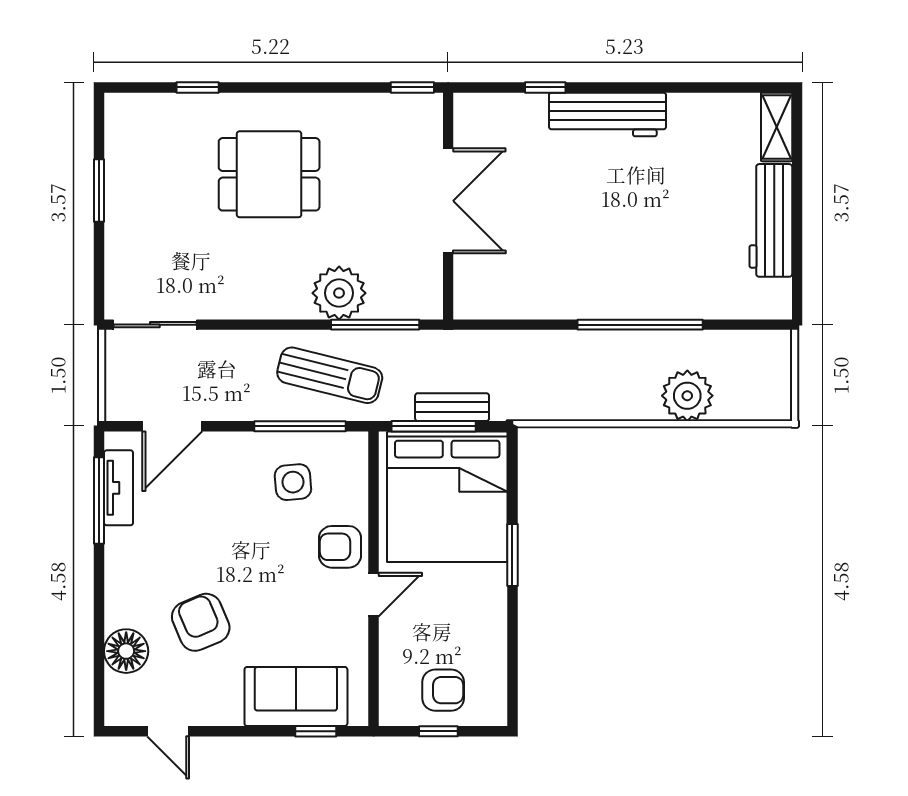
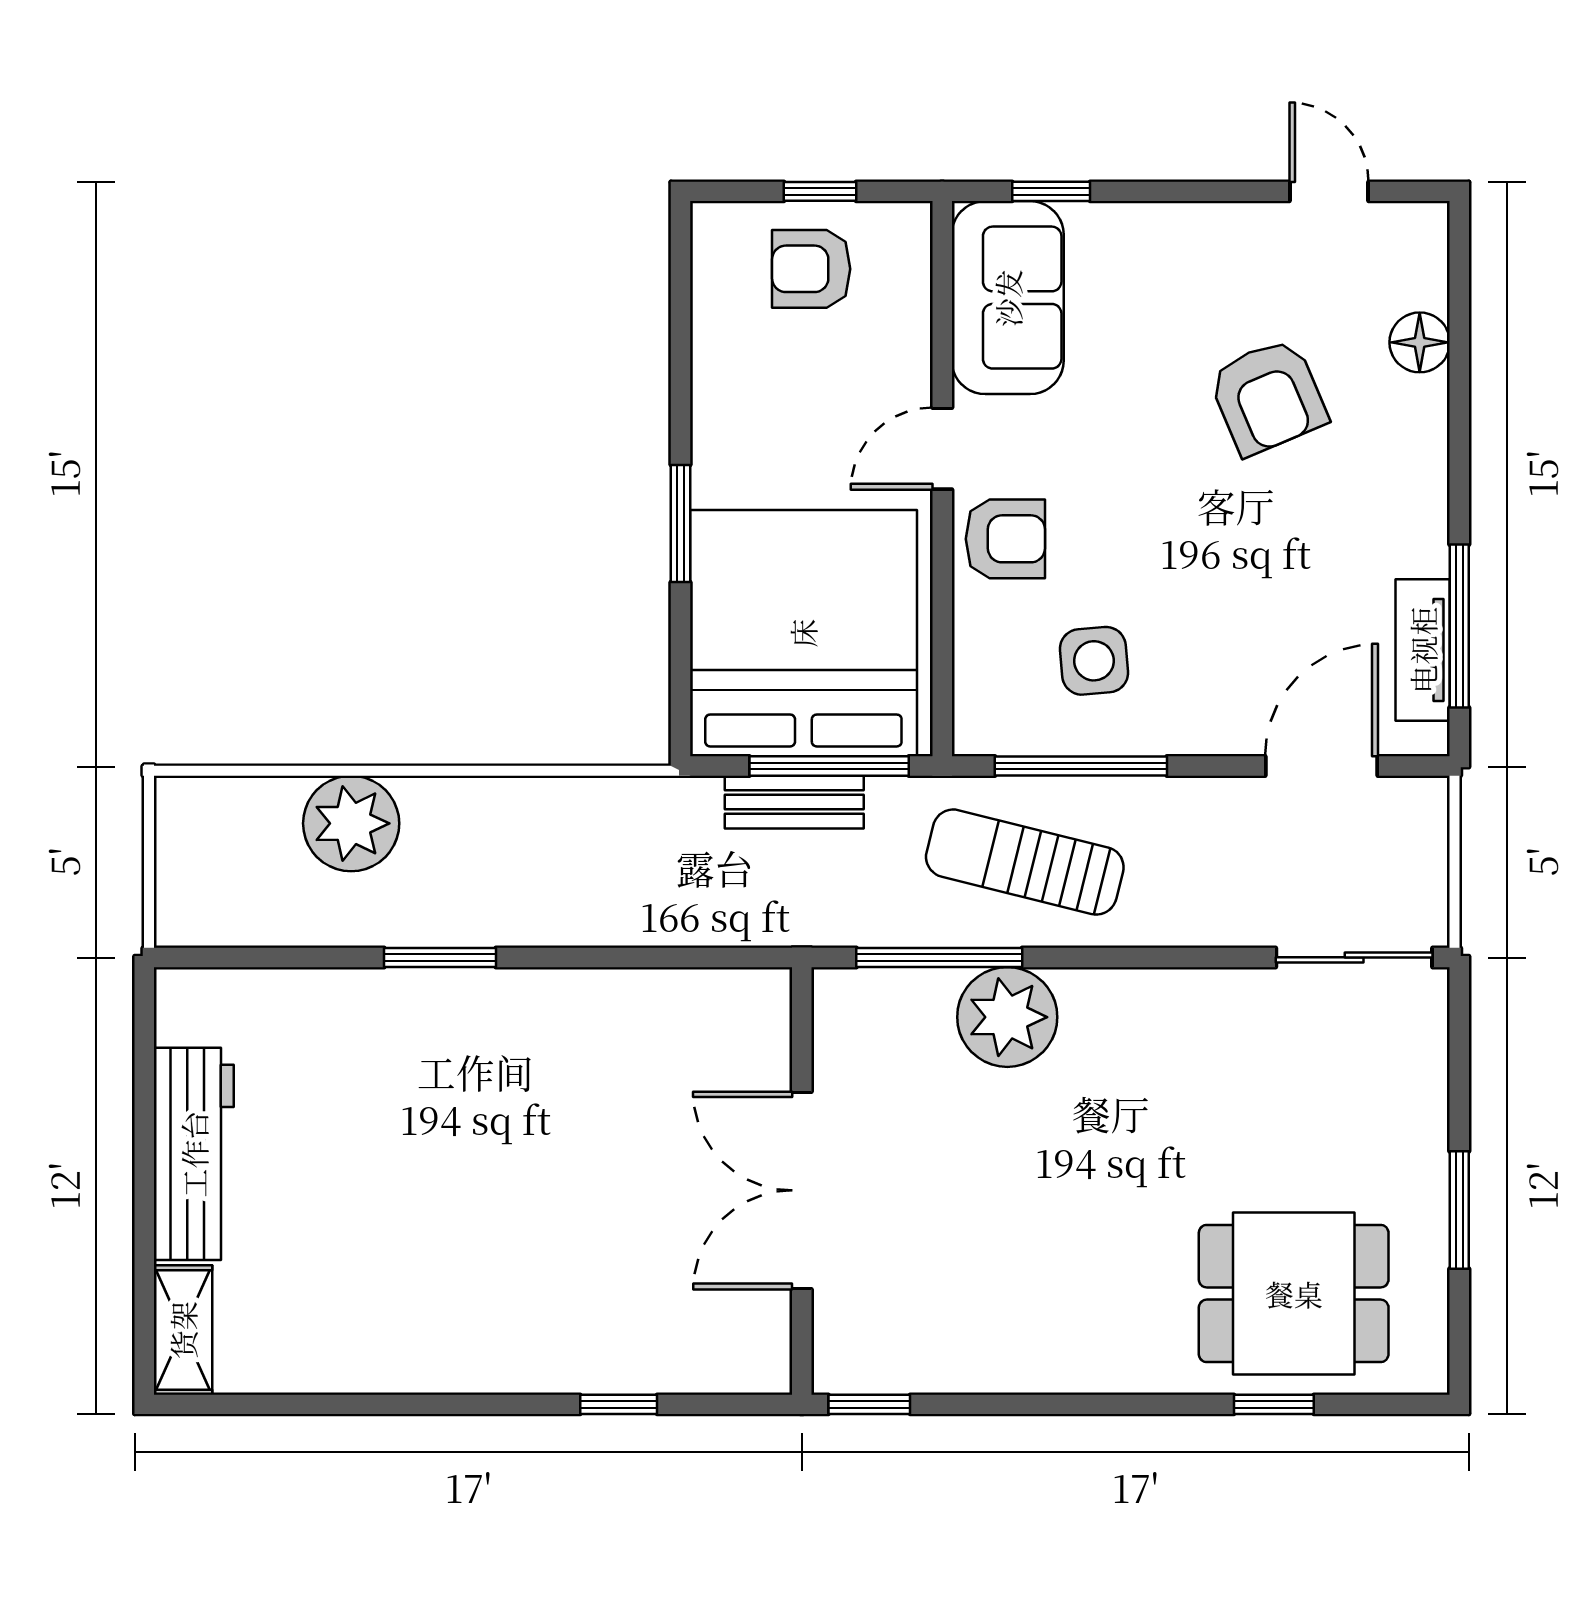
workbench: (607, 114) -> (501, 1353), removed
dining table: (269, 174) -> (1294, 1294), moved
window: (640, 325) -> (440, 957), width x0.47
floor lamp: (126, 651) -> (1420, 342), width x0.73, depth x0.73
sofa: (296, 696) -> (1008, 298), moved, turned -90

